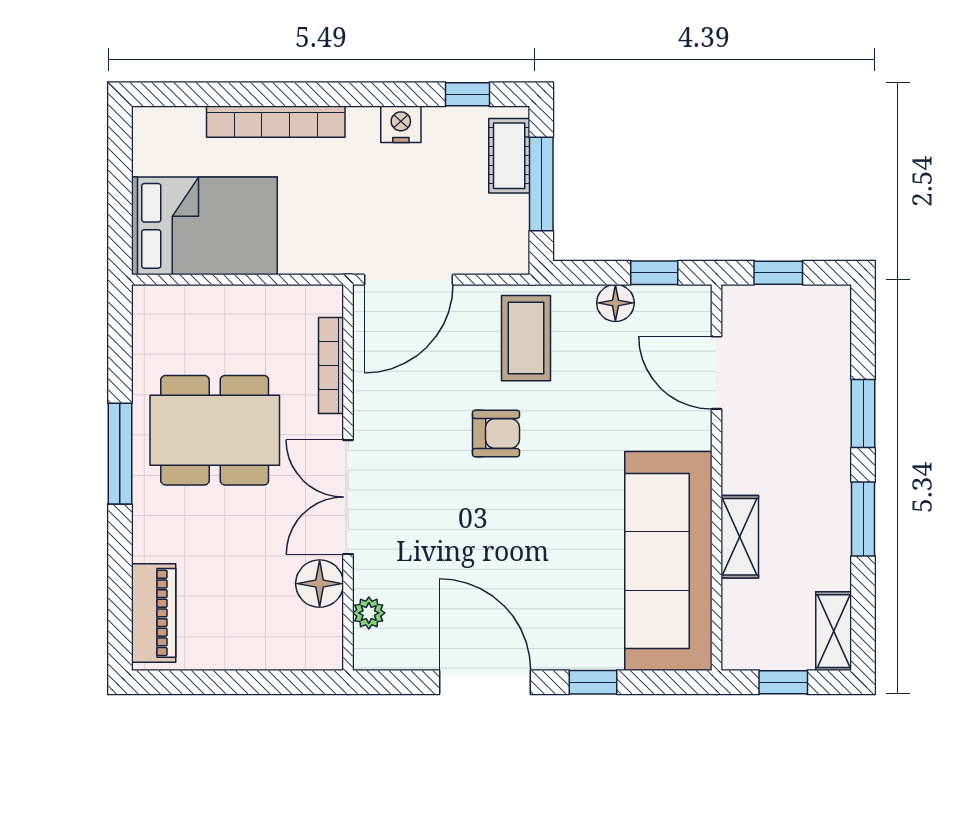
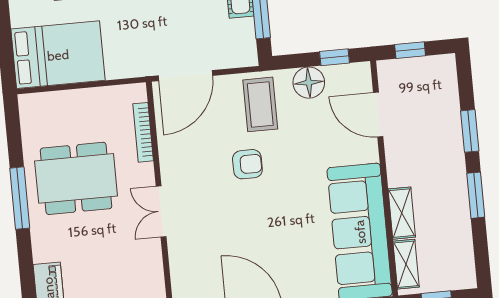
floor lamp: (615, 303) -> (309, 83), width x1.38, depth x1.38
double door: (348, 497) -> (161, 211), width x0.73
floor lamp: (320, 584) -> (149, 266), removed
plant: (369, 613) -> (180, 281), removed
shelving: (834, 631) -> (406, 264), moved

